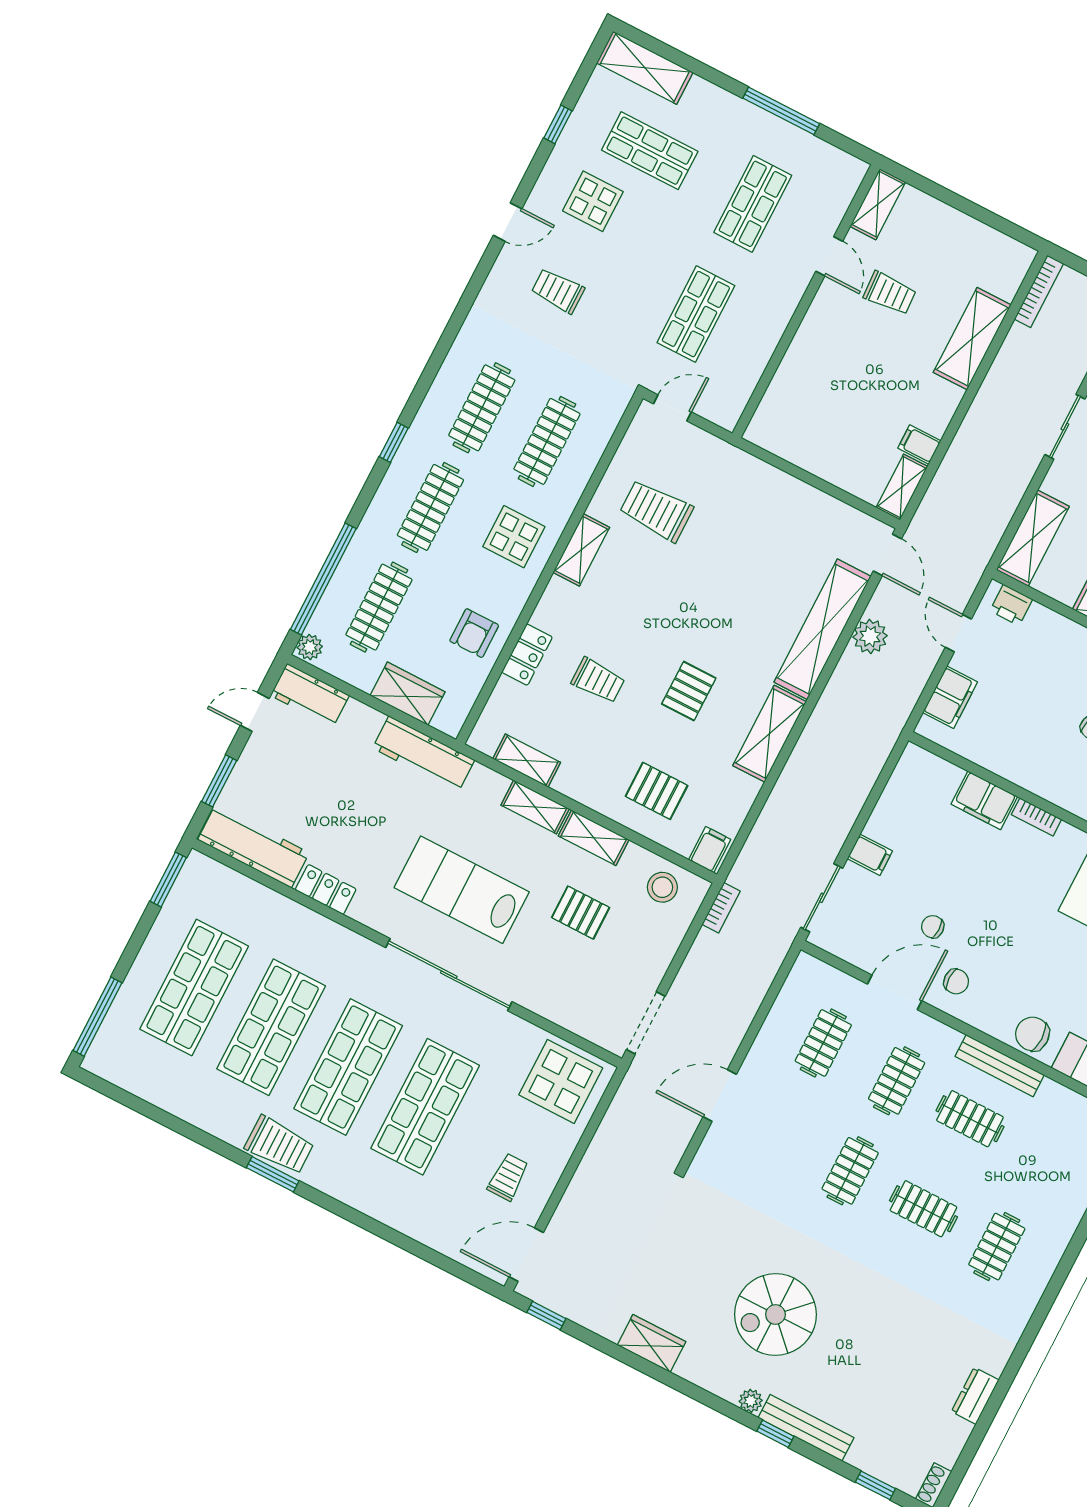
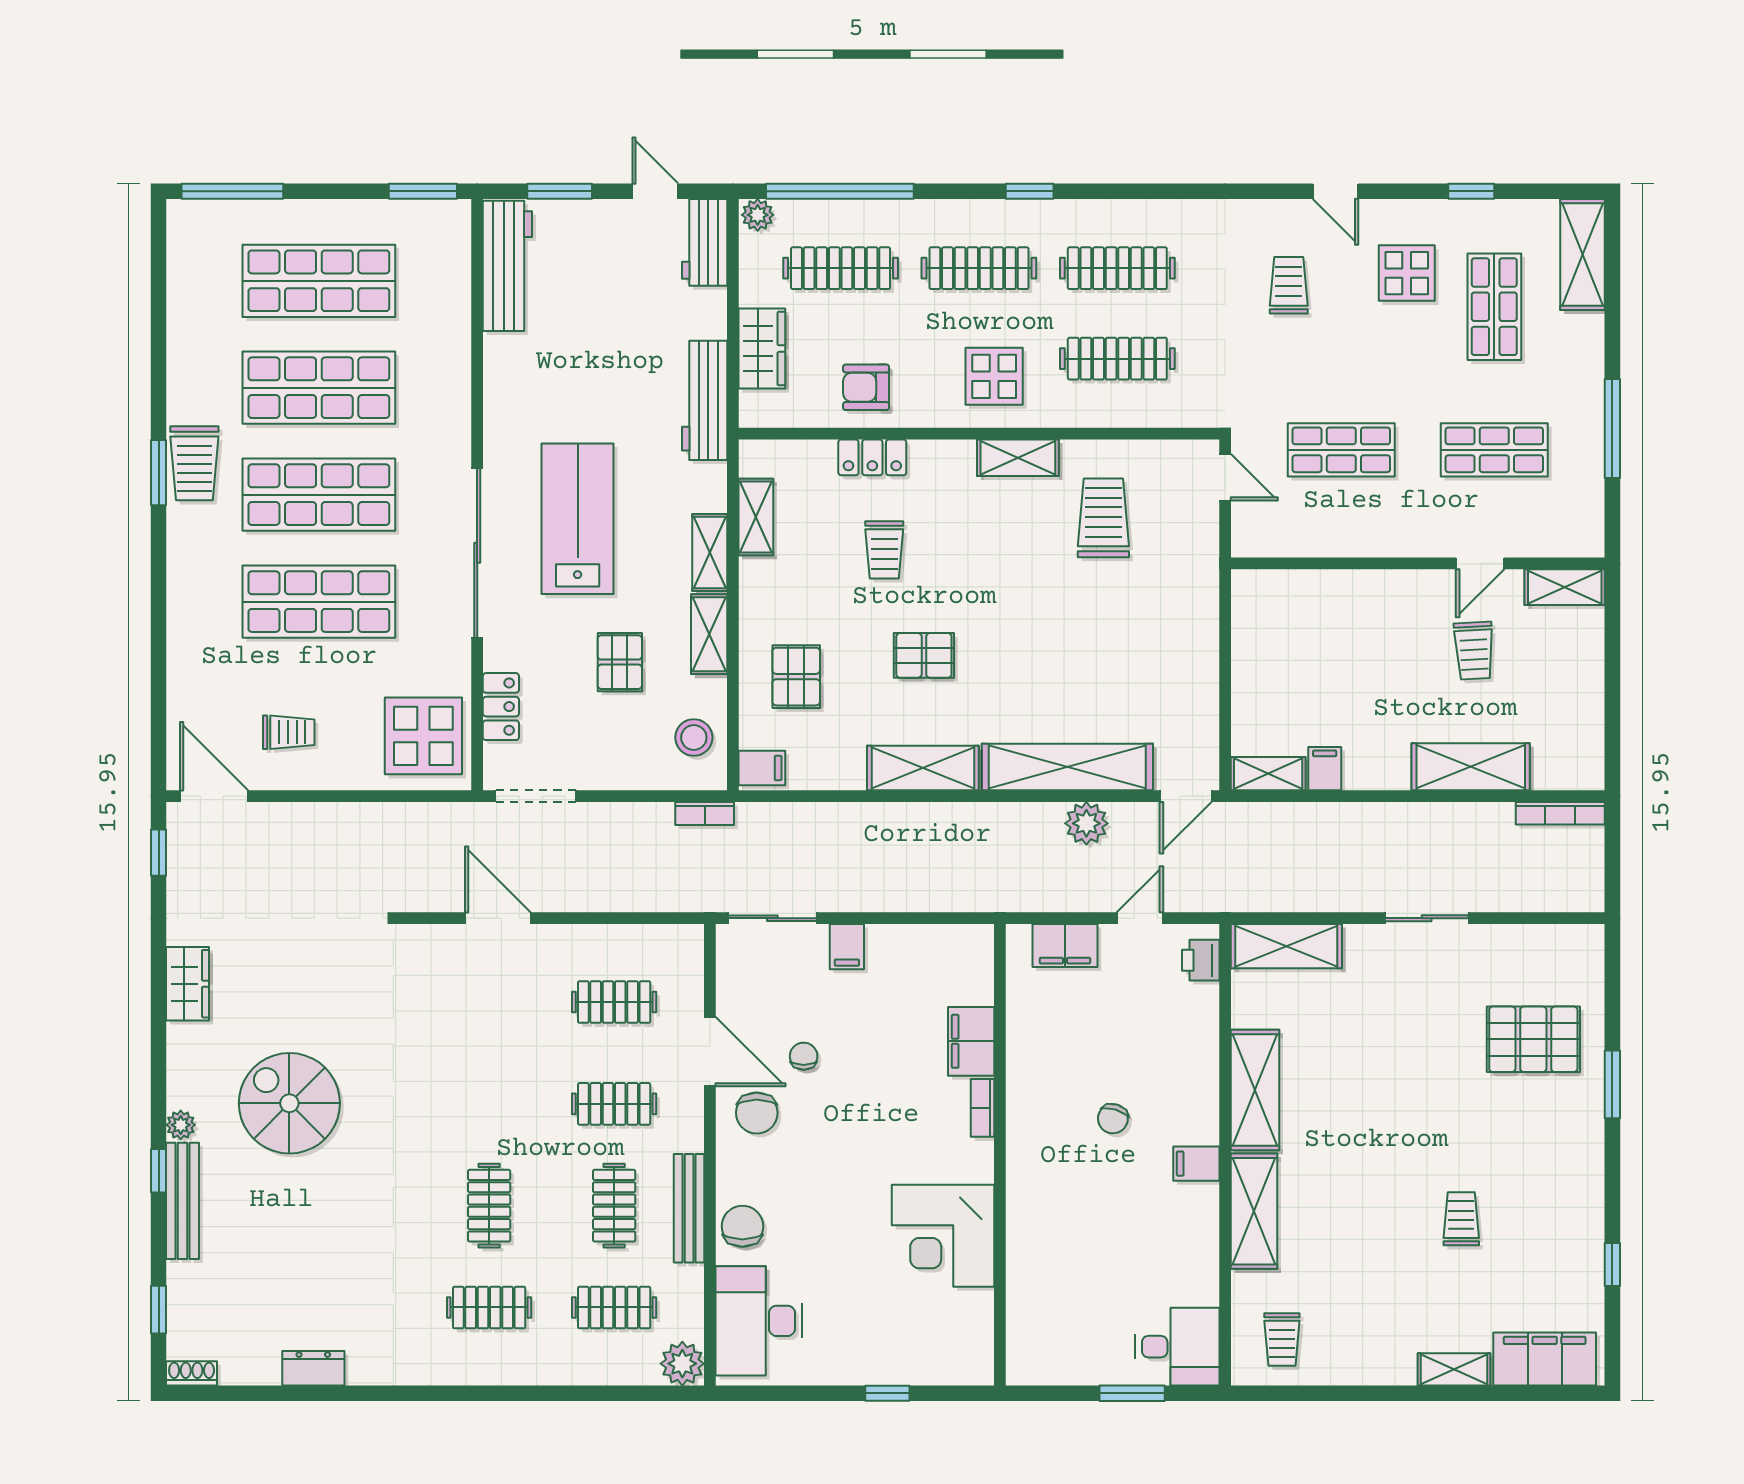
locker: (326, 889) -> (501, 707), moved
chair: (956, 982) -> (757, 1113), width x1.37, depth x1.37
clothes rail: (850, 1171) -> (614, 1307), moved

